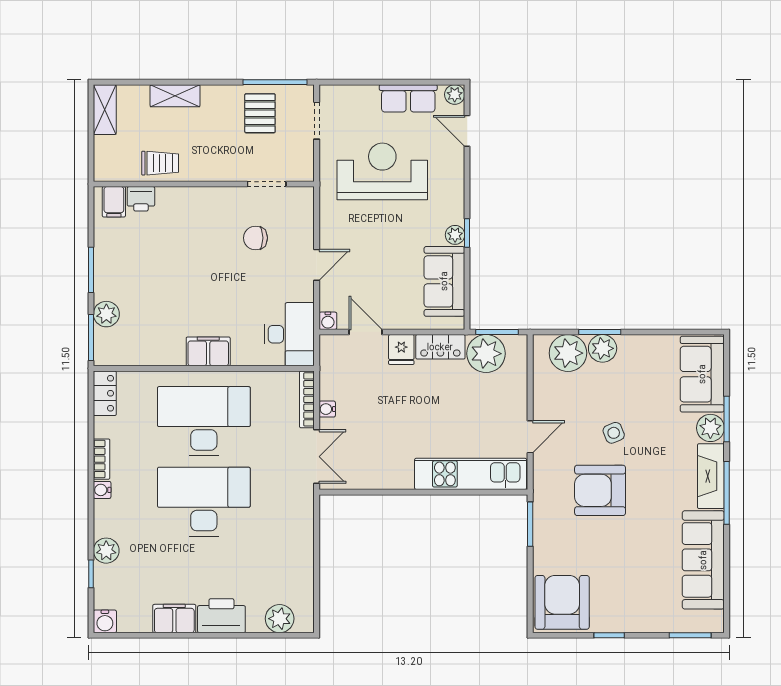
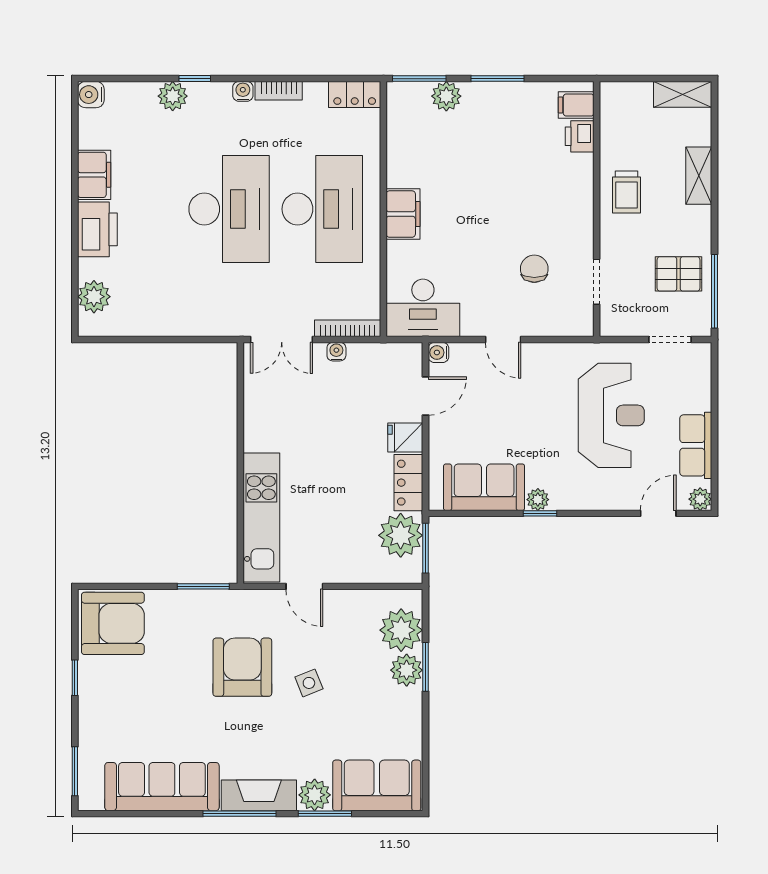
trolley: (160, 163) -> (627, 192), moved
window: (91, 574) -> (195, 79), moved

